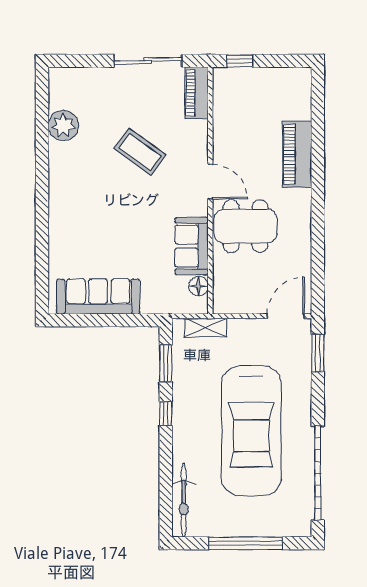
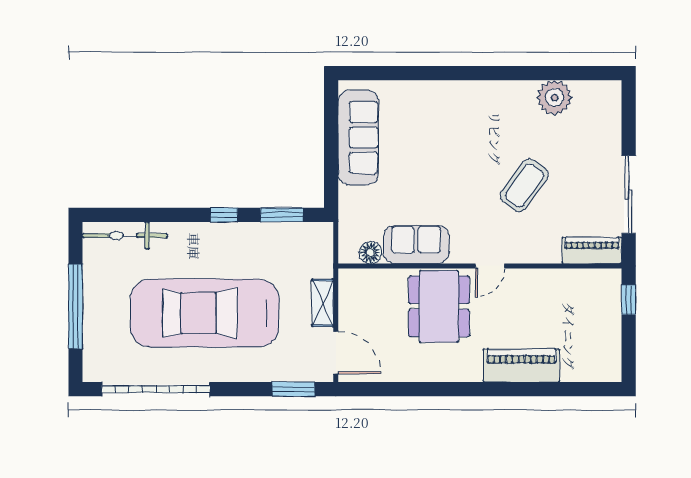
door: (210, 182) -> (490, 266), width x0.73
shelving: (206, 328) -> (323, 303), moved

